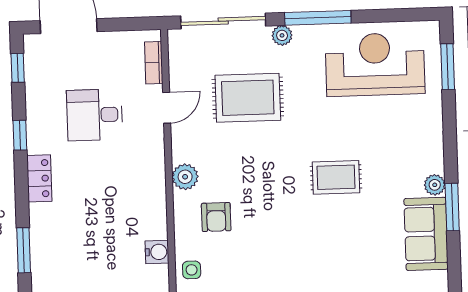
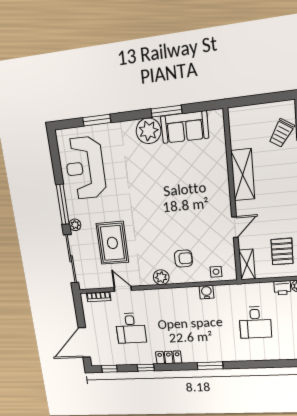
window: (448, 67) -> (97, 120), moved
rug: (336, 177) -> (154, 187), removed
plant: (435, 185) -> (148, 131), width x1.88, depth x1.88

